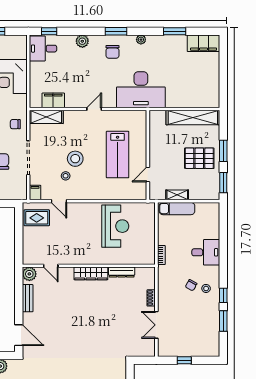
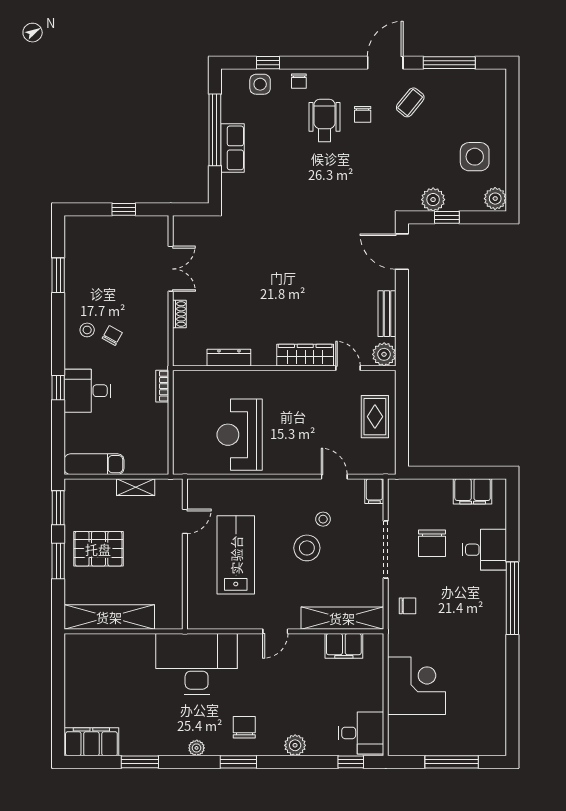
shelving: (46, 117) -> (342, 618), width x1.47
exam couch: (177, 209) -> (94, 464), moved
rug: (37, 218) -> (375, 417), moved, turned 90
wardrobe: (91, 273) -> (305, 355), moved
window: (223, 295) -> (58, 388), moved

